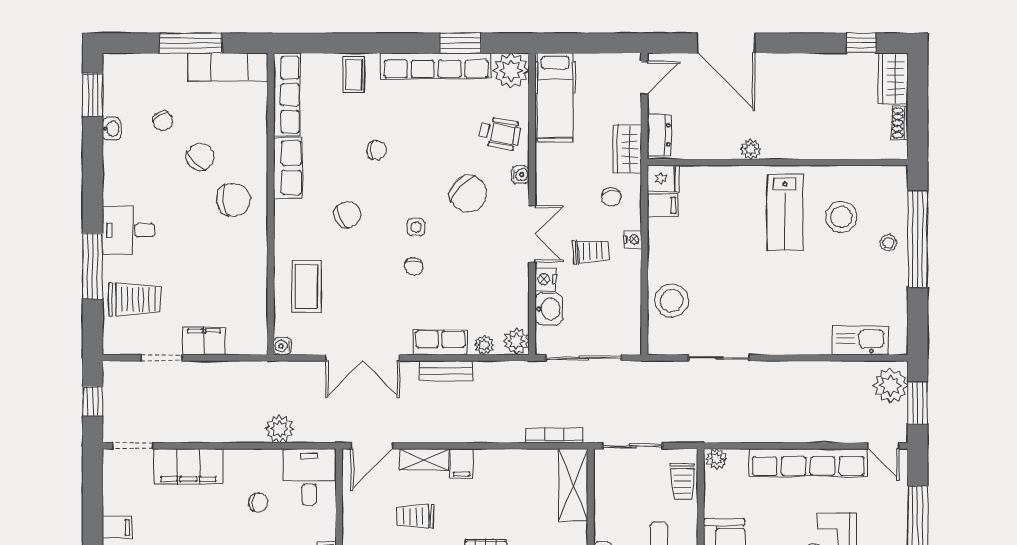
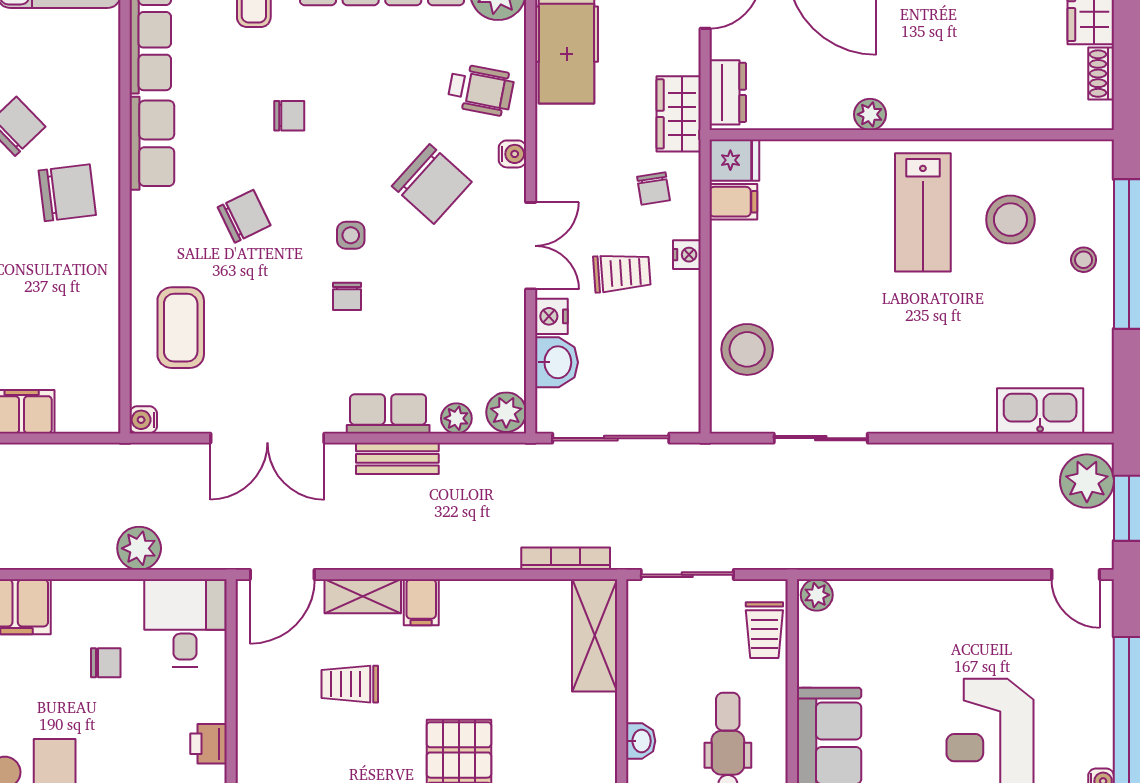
row of seats: (808, 463) -> (959, 601), removed

